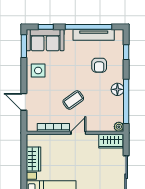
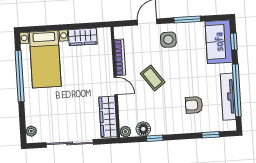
window: (24, 46) -> (187, 20), moved
side table: (38, 70) -> (168, 40), moved
floor lamp: (117, 89) -> (143, 129), moved
window: (126, 101) -> (155, 138), width x0.32
wardrobe: (111, 141) -> (108, 117), width x1.50

